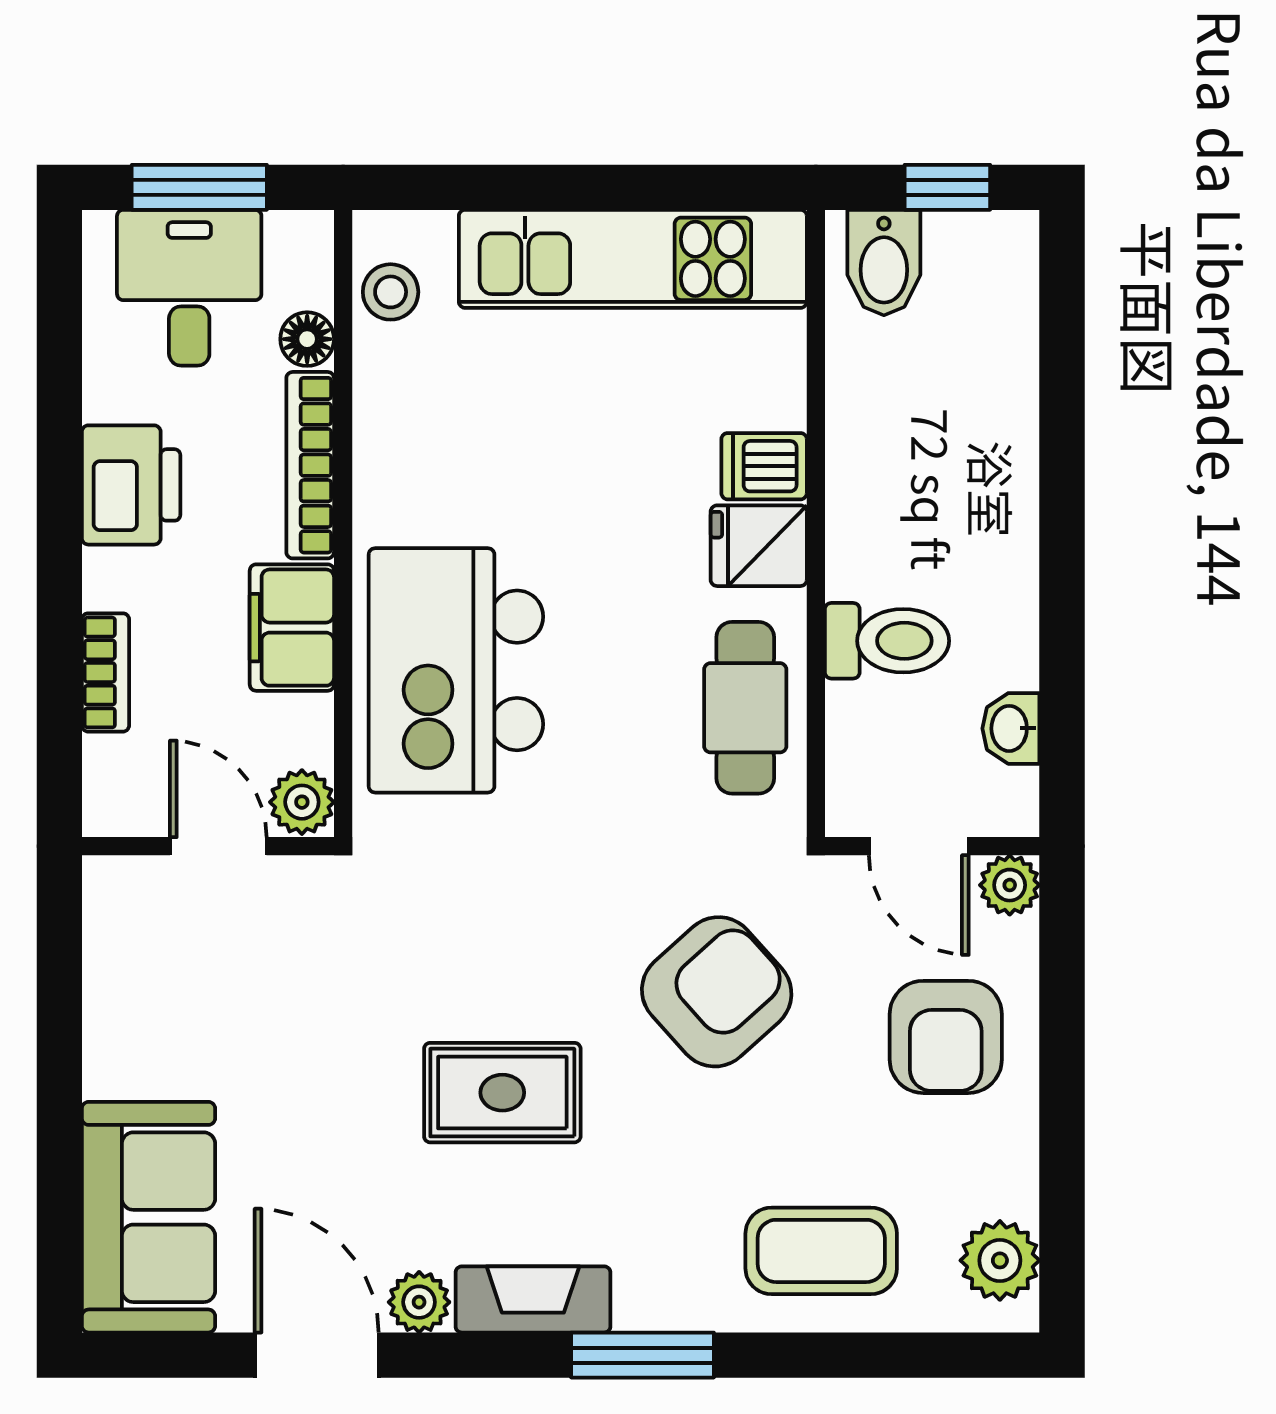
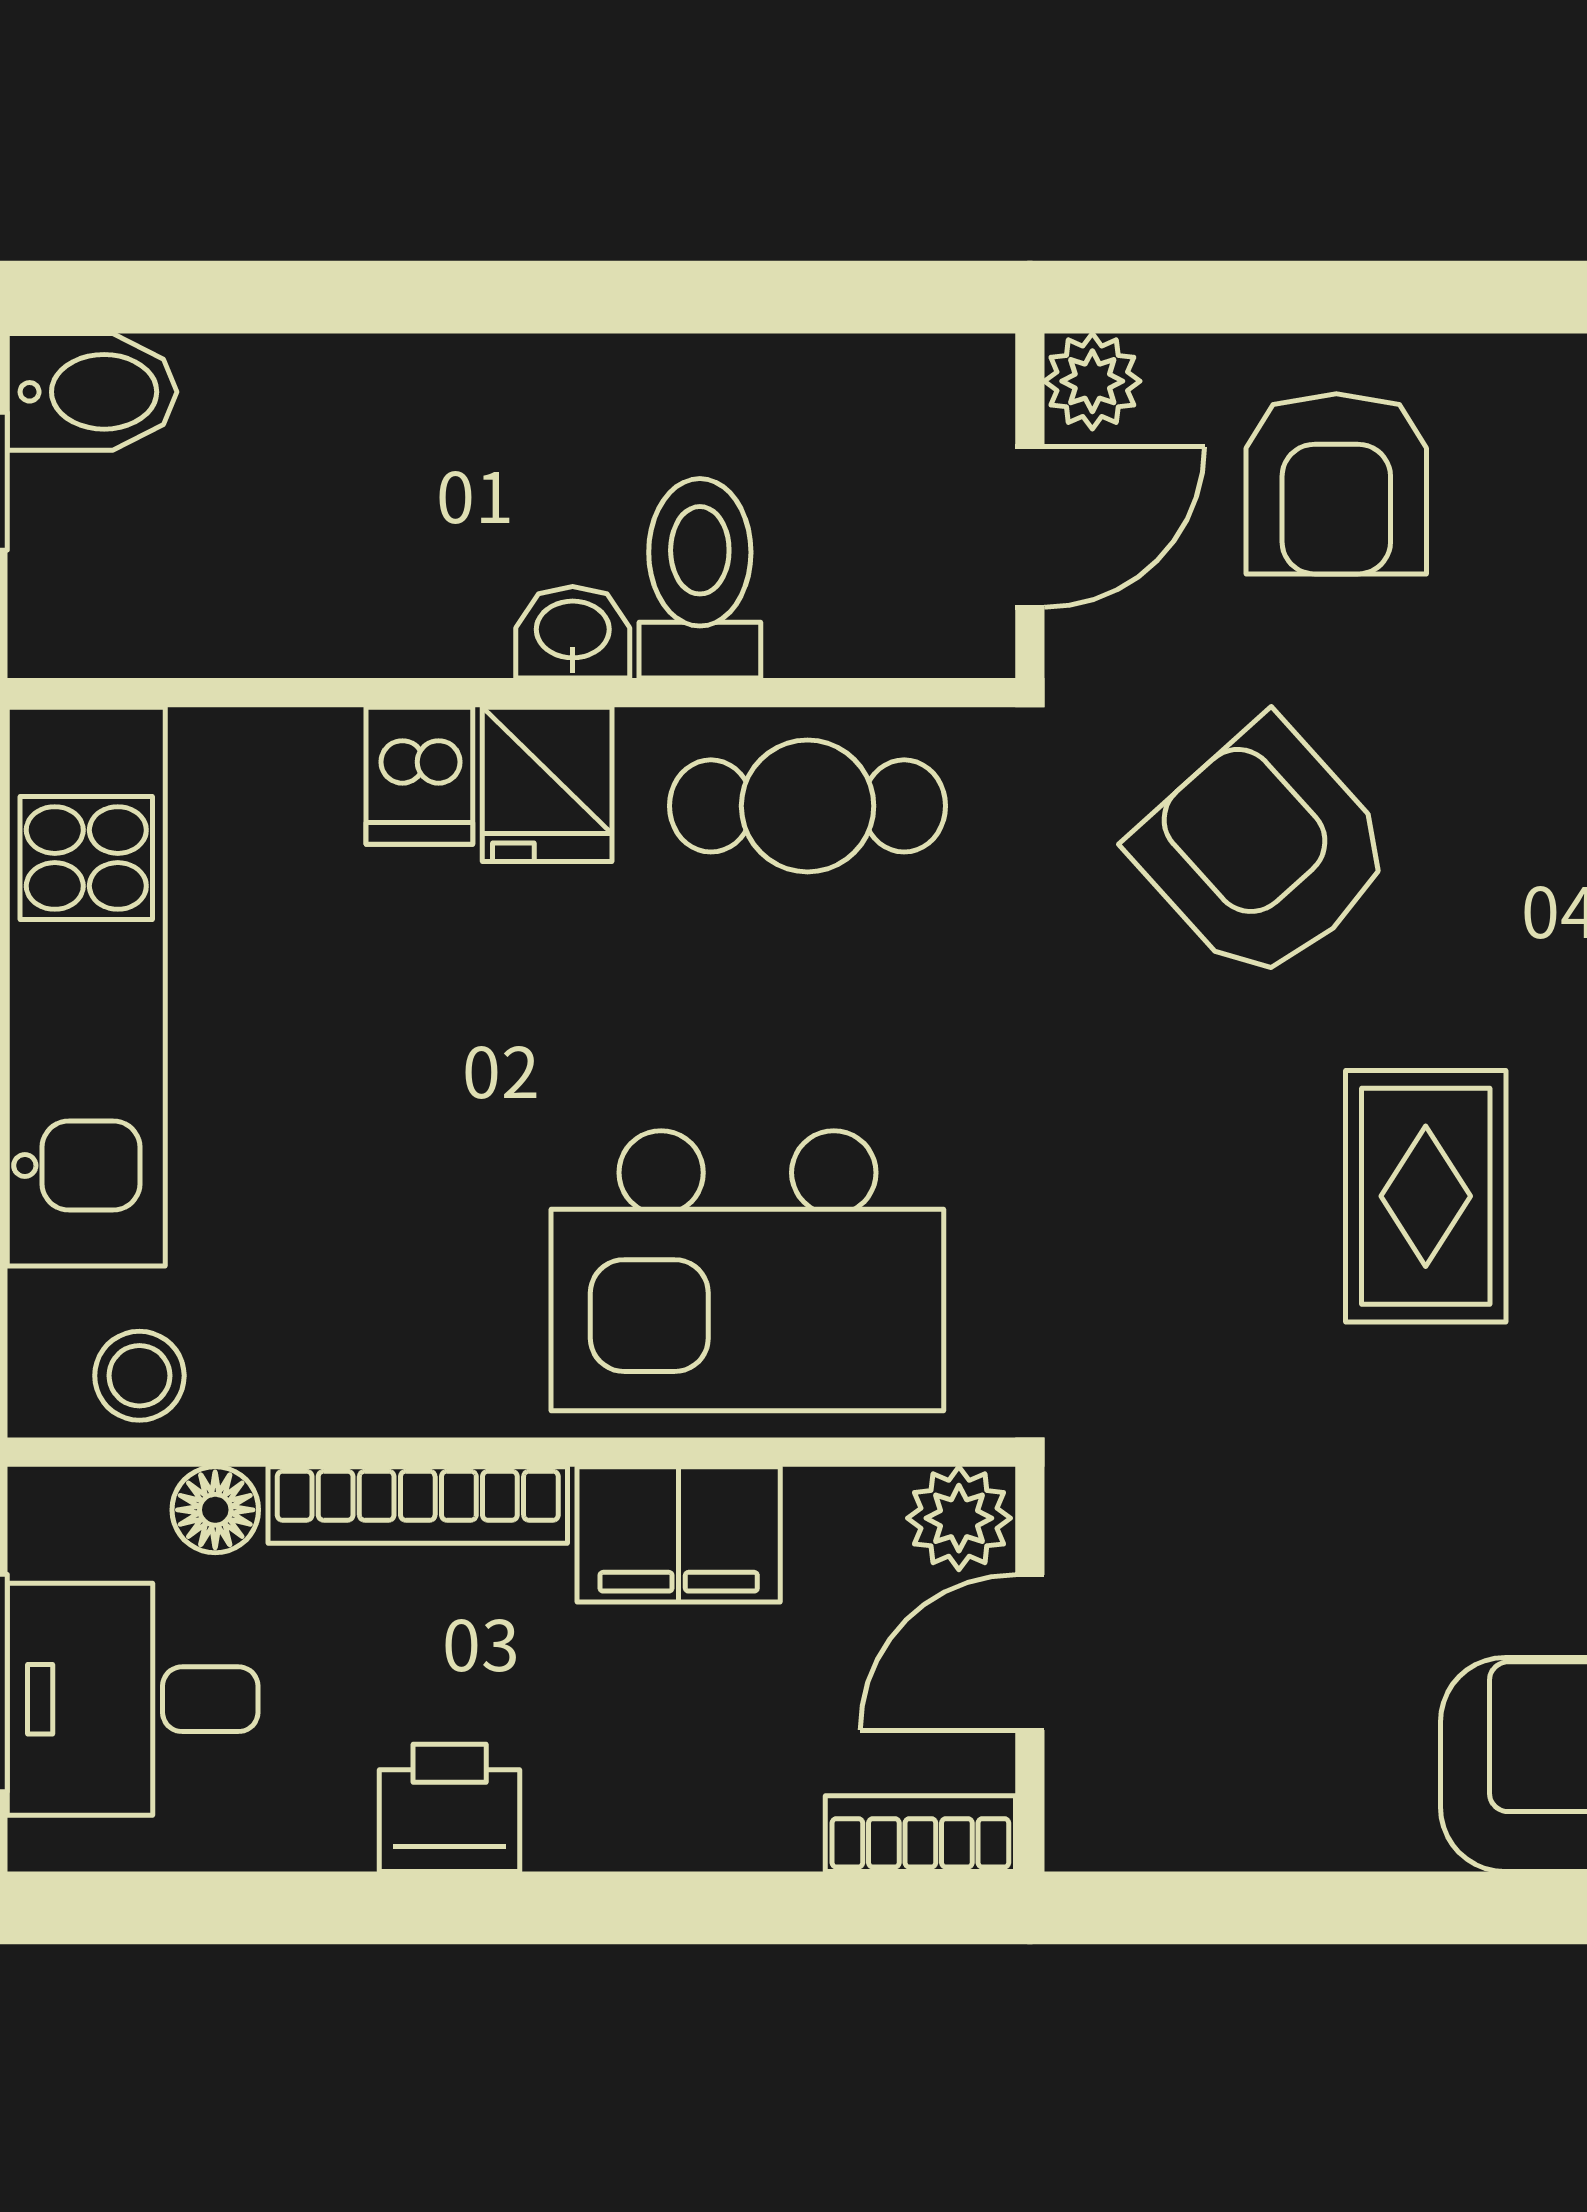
bidet: (884, 263) -> (92, 392), moved
printer: (131, 485) -> (450, 1808), width x0.73, depth x0.81
bookcase: (106, 672) -> (920, 1834), moved
washbasin: (1011, 728) -> (573, 632), moved, turned 180
armchair: (946, 1037) -> (1336, 484), turned 90

